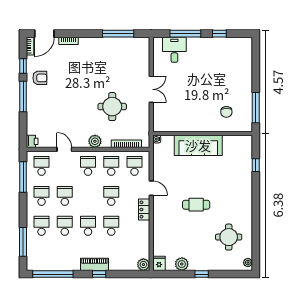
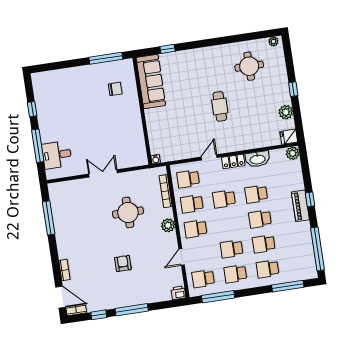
armchair: (40, 78) -> (123, 264), moved
sofa: (198, 145) -> (151, 81), moved
washbasin: (143, 232) -> (258, 159), added

